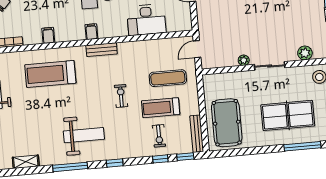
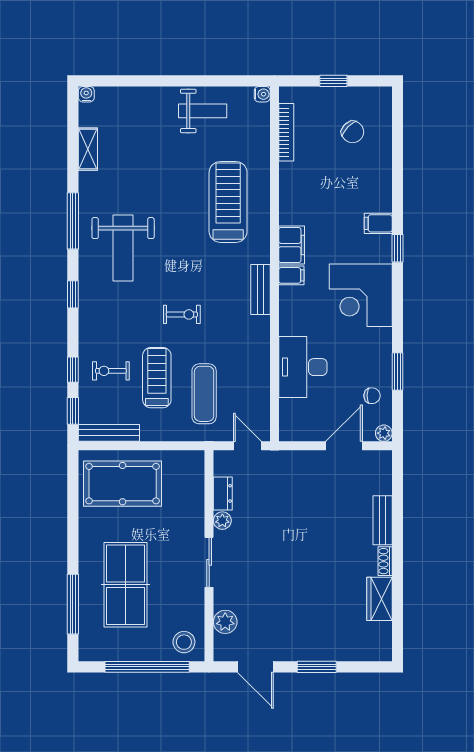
filing cabinet: (48, 35) -> (292, 245), moved, width x2.00
dresser: (227, 61) -> (223, 493), added

